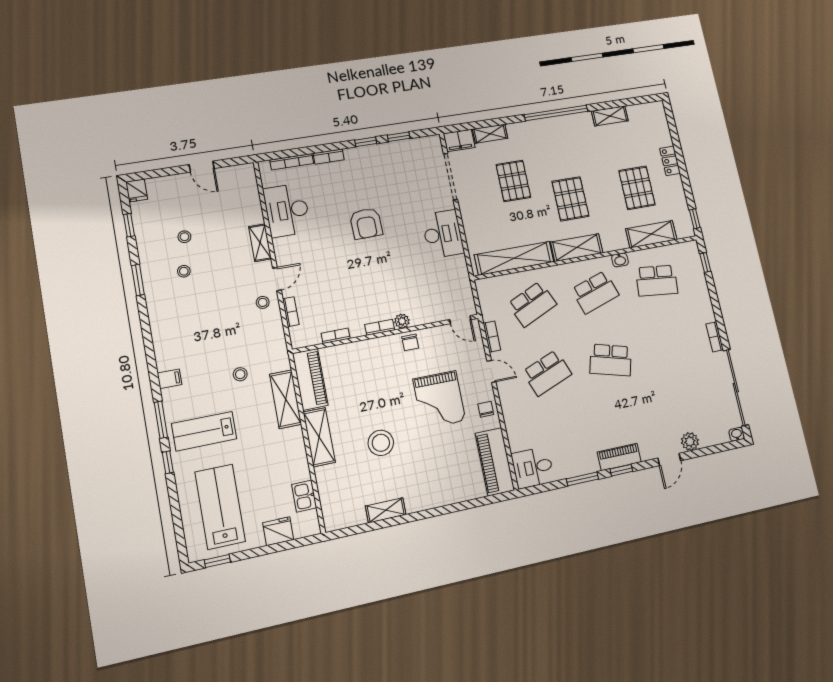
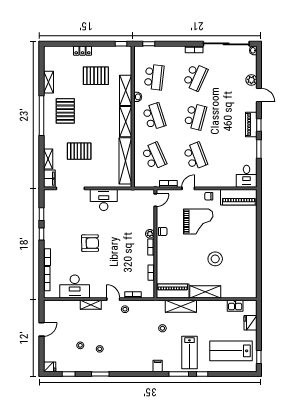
pallet: (570, 199) -> (65, 111), moved, turned 90
shelving: (651, 234) -> (126, 90), moved
school desk: (672, 347) -> (195, 77), added
shelving: (386, 510) -> (252, 263), removed

